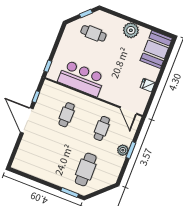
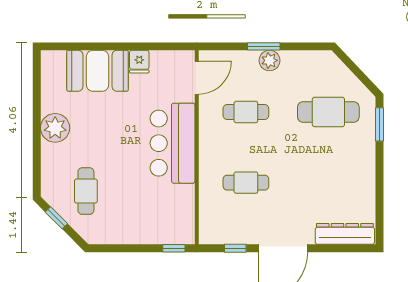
booth: (156, 49) -> (97, 71), moved
bar counter: (81, 78) -> (172, 143), moved
dresser: (22, 154) -> (345, 234), added

